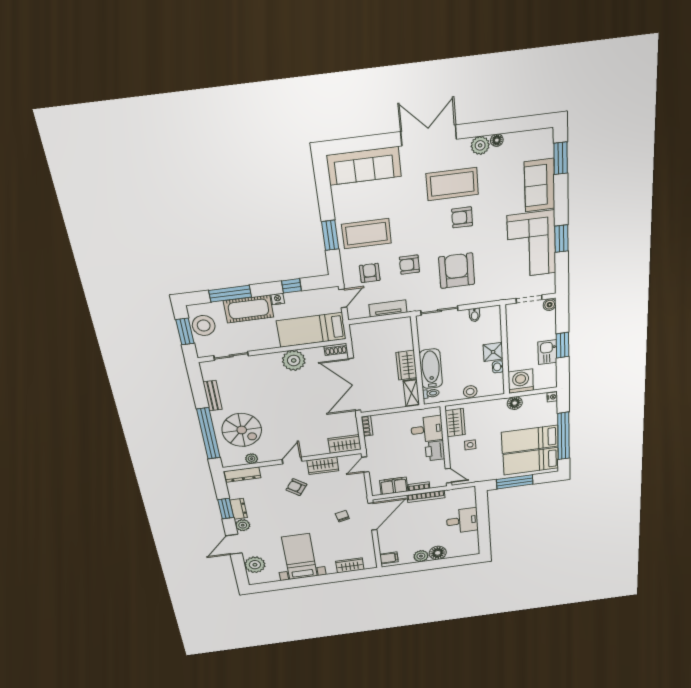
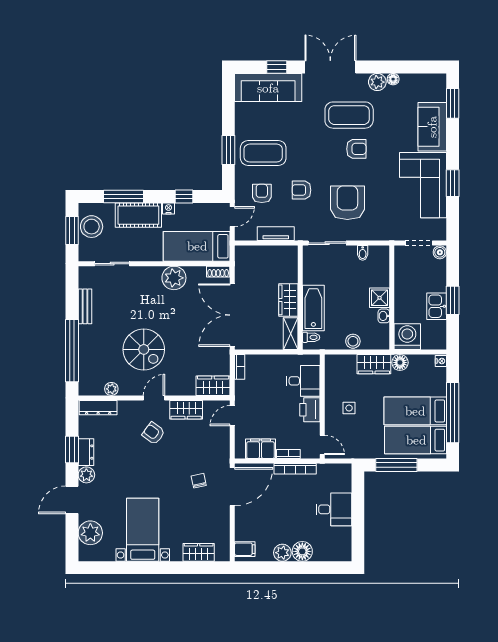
window: (371, 143) -> (277, 67), added
armchair: (462, 217) -> (356, 149), turned 180
wardrobe: (455, 423) -> (374, 364), moved, turned 90
spiral stairs: (242, 430) -> (144, 349), moved

